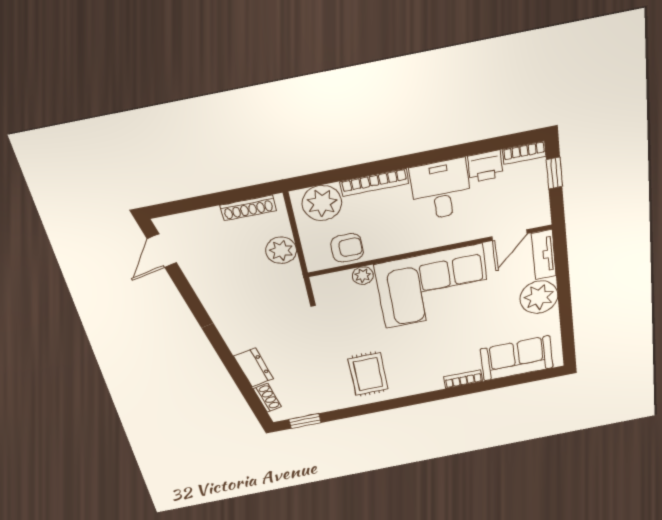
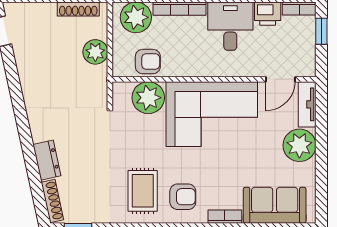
plant: (363, 276) -> (148, 98), width x1.87, depth x1.87
armchair: (414, 371) -> (183, 197), added
shoe rack: (267, 398) -> (52, 201), width x1.43

